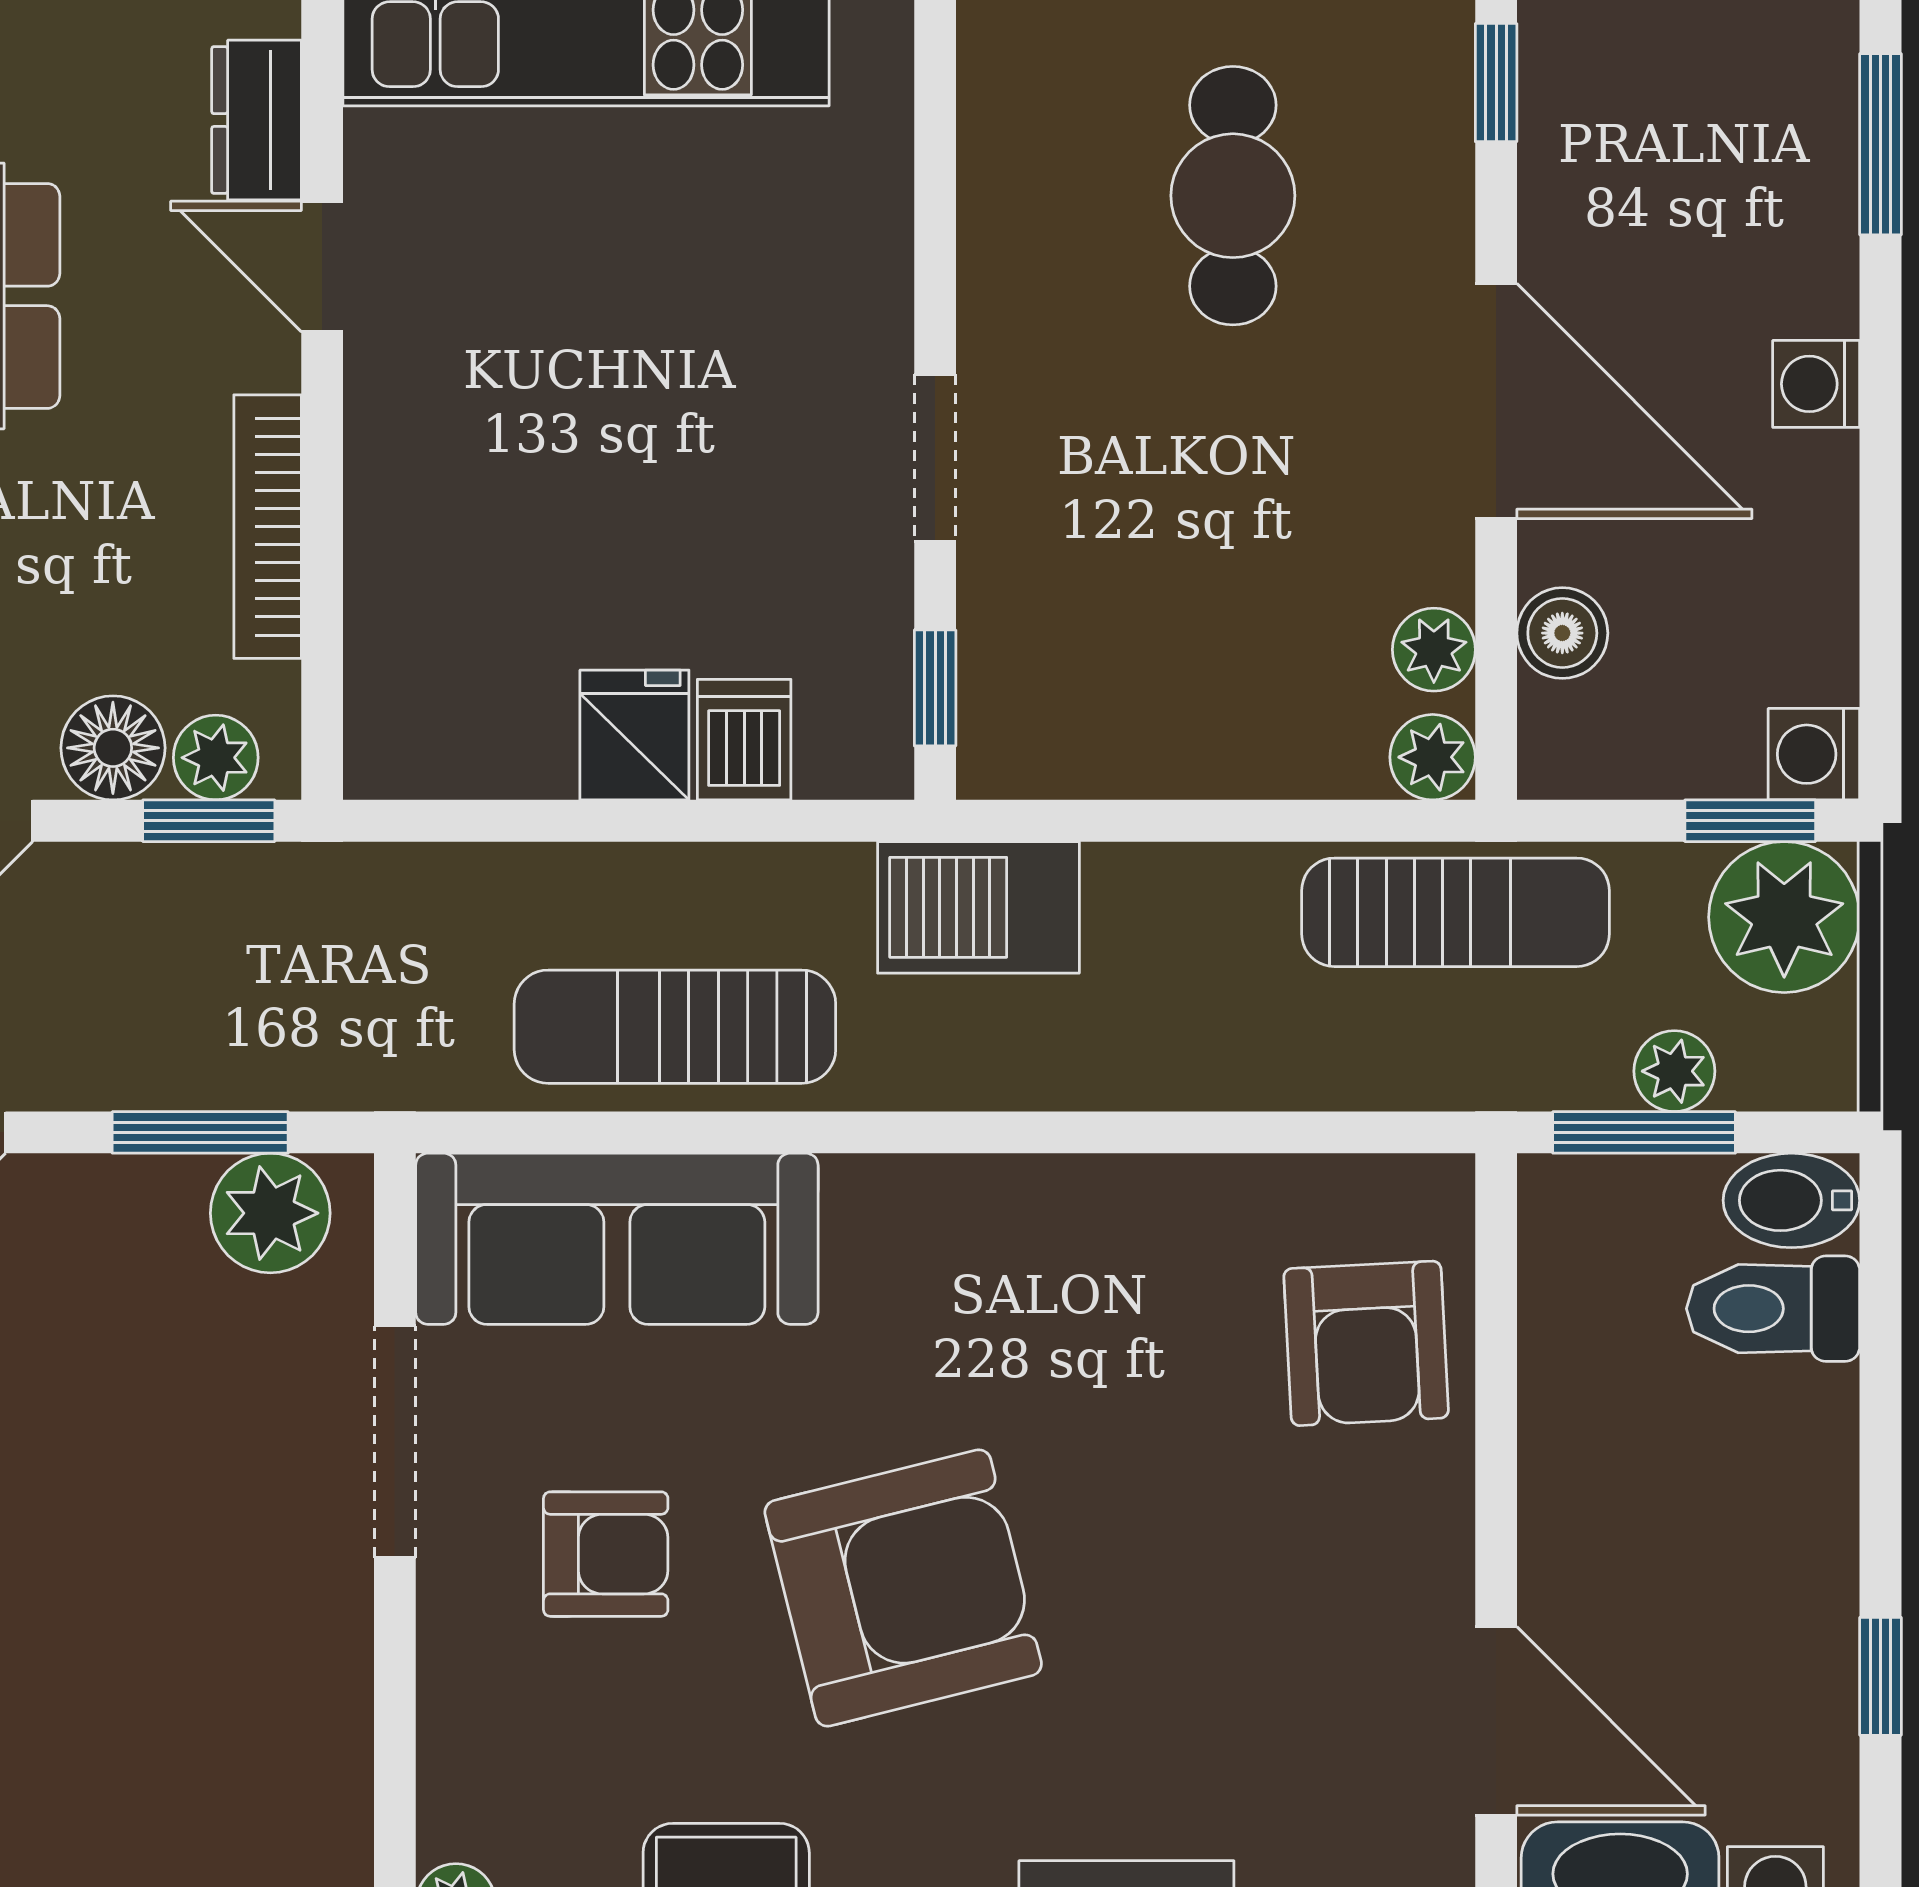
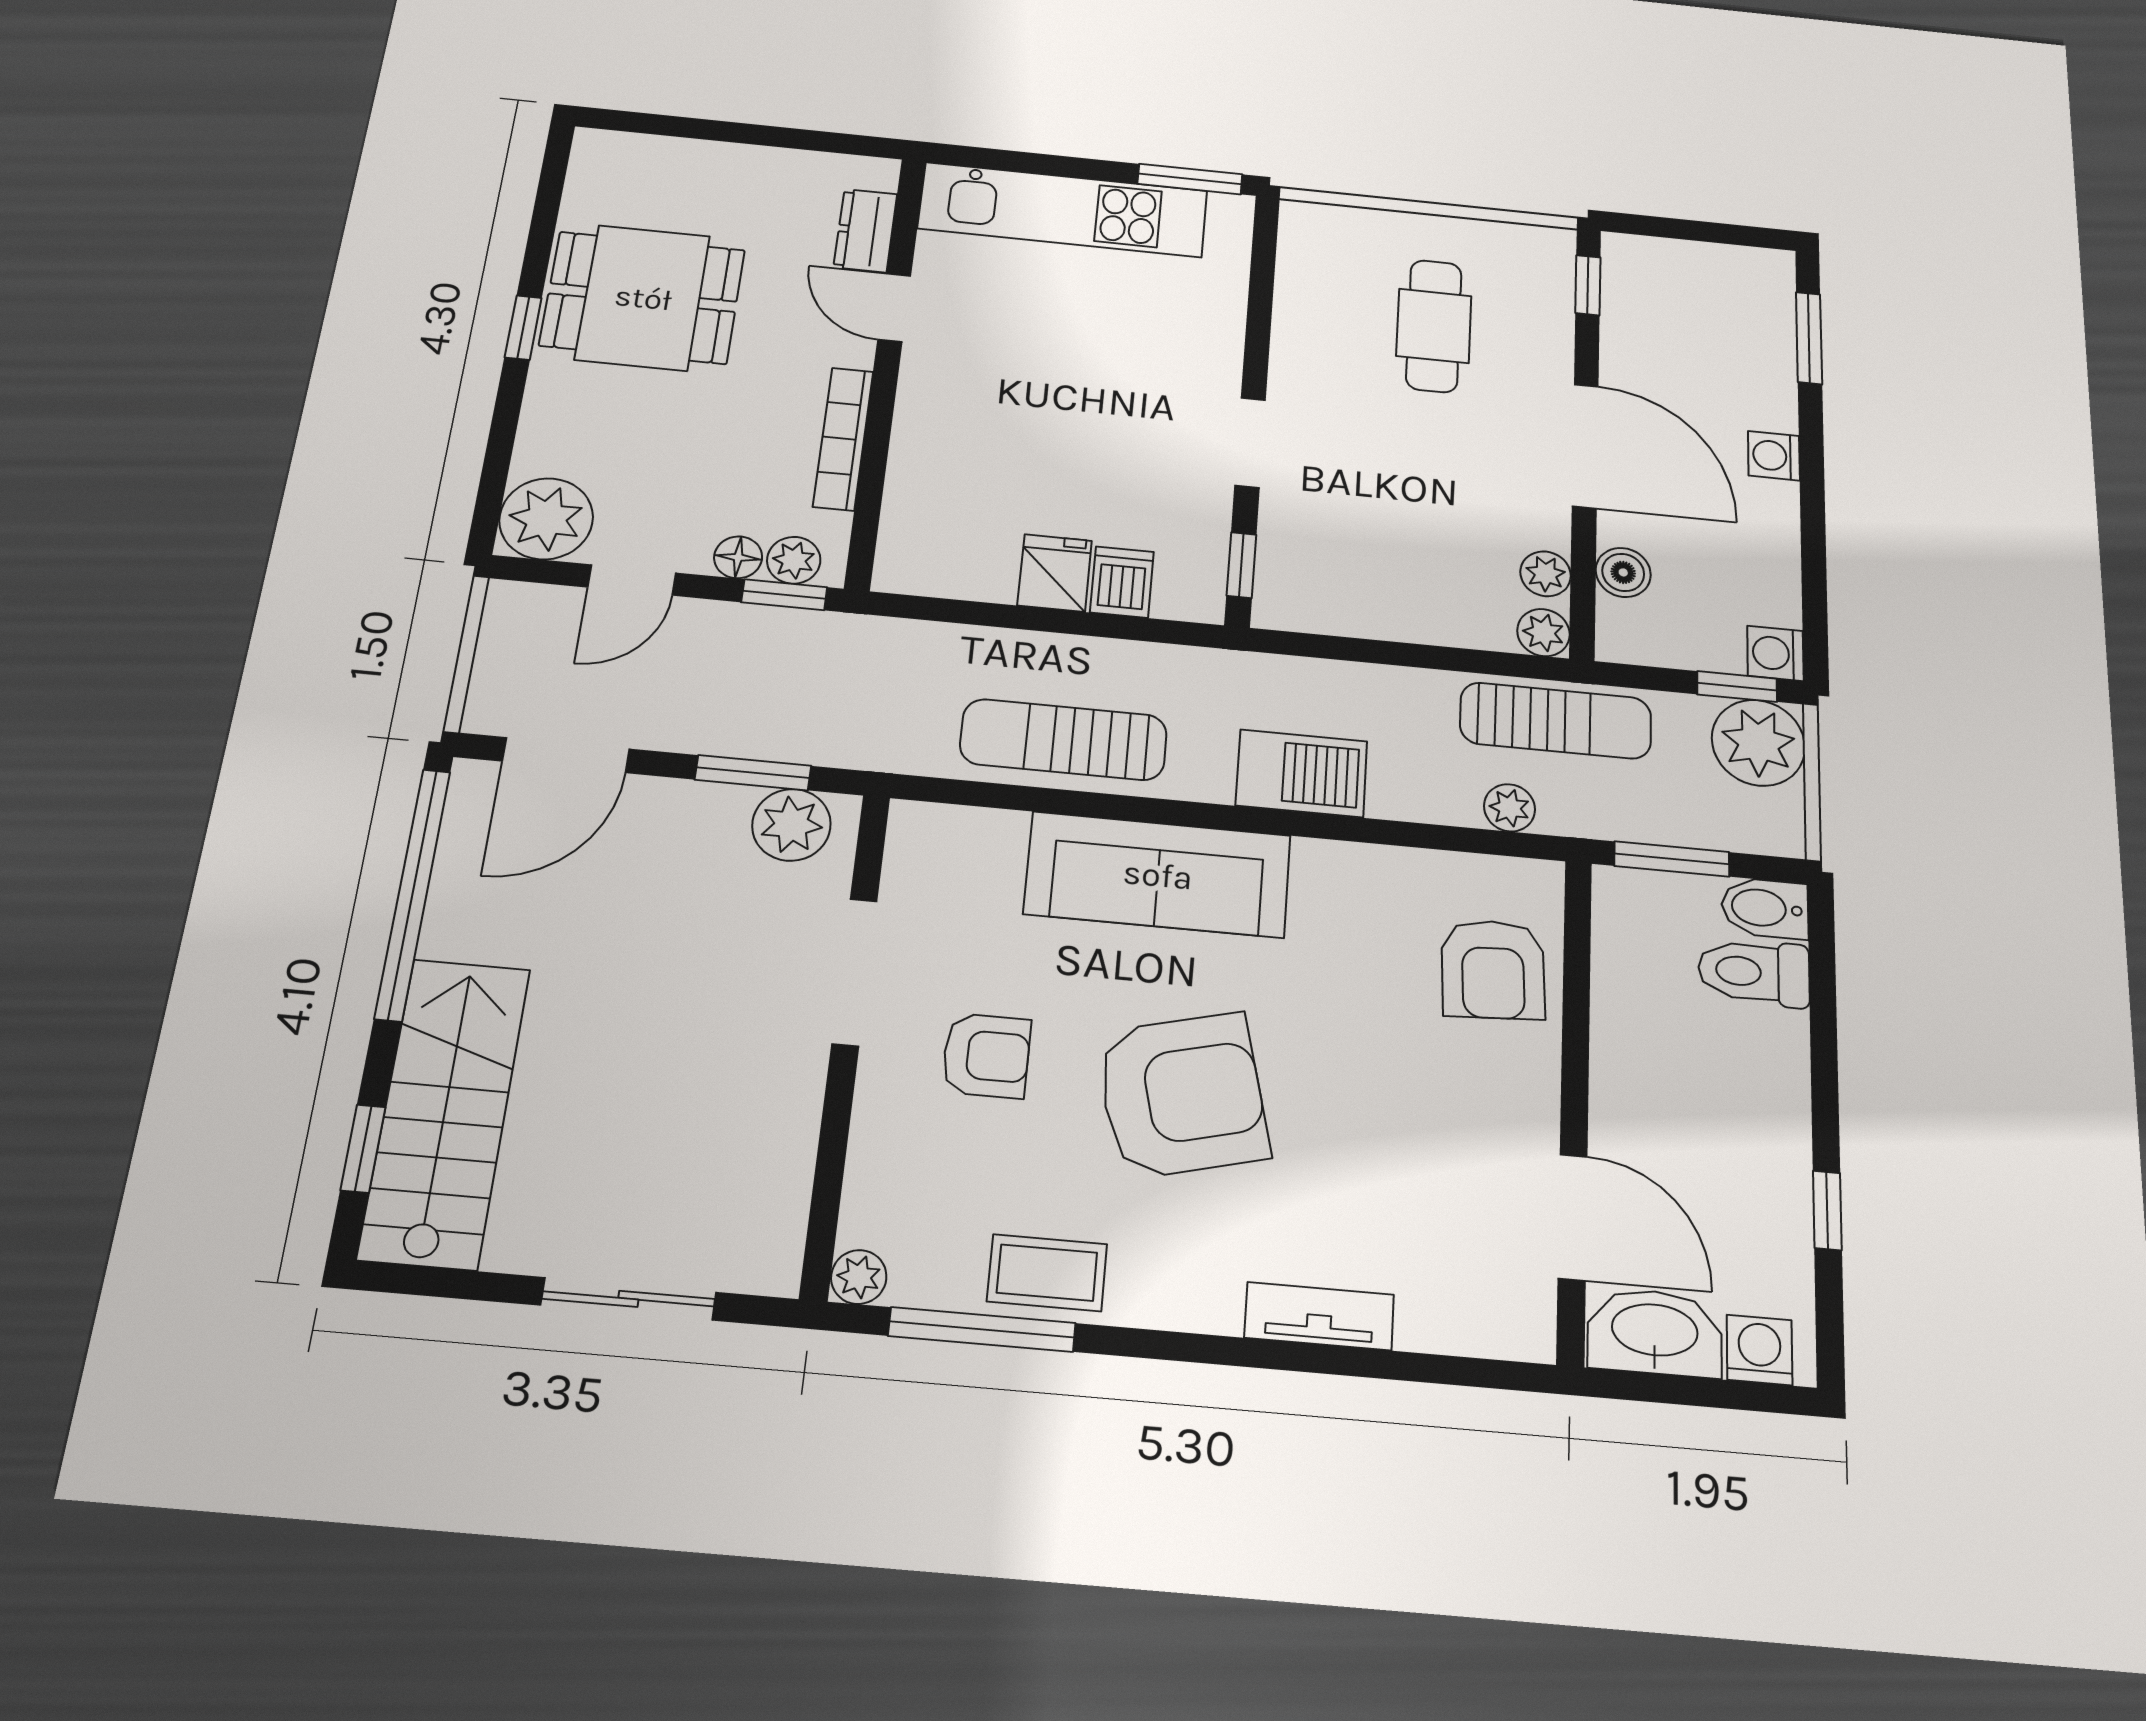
floor lamp: (113, 748) -> (738, 557), width x0.73, depth x0.73
barbecue: (978, 907) -> (1302, 773), moved, turned 180
plant: (1674, 1071) -> (1510, 808), moved
sofa: (617, 1239) -> (1158, 875), moved

